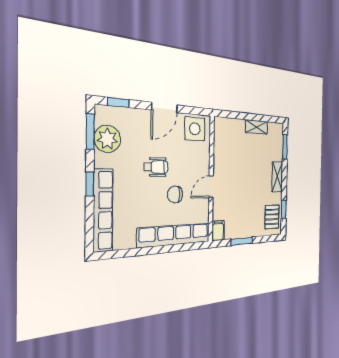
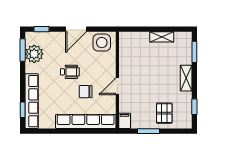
window: (90, 184) -> (23, 110), moved
pallet: (272, 217) -> (164, 113), moved

